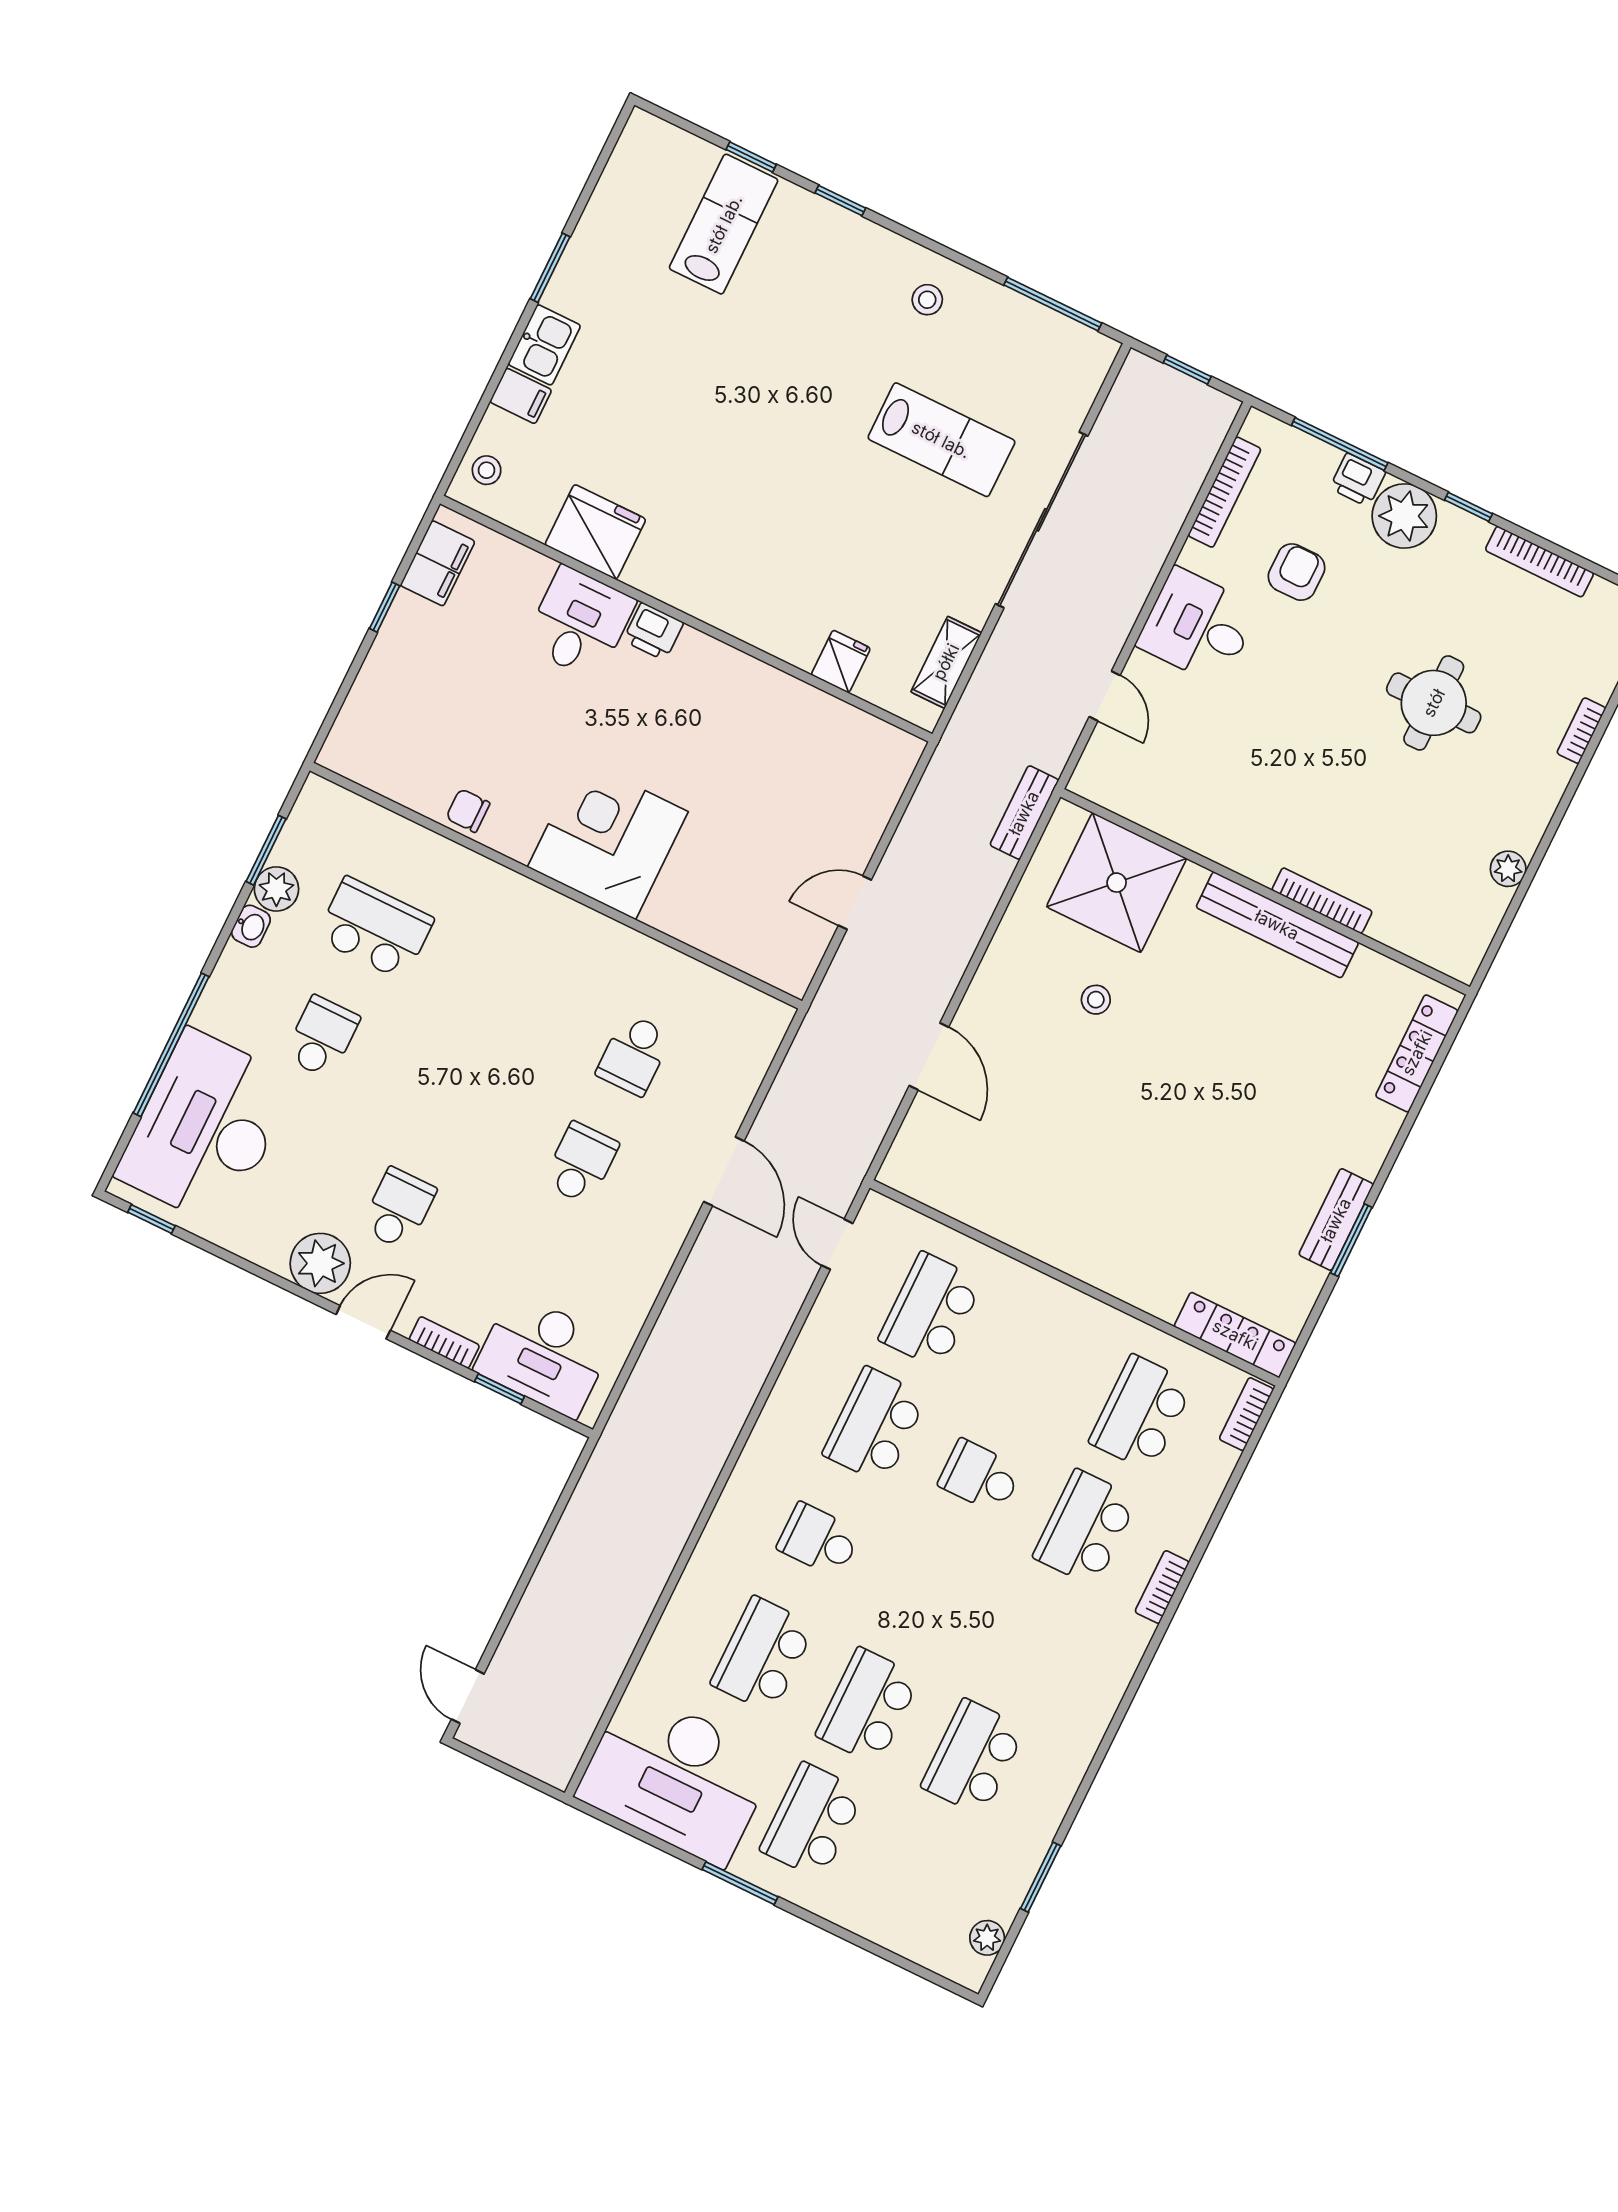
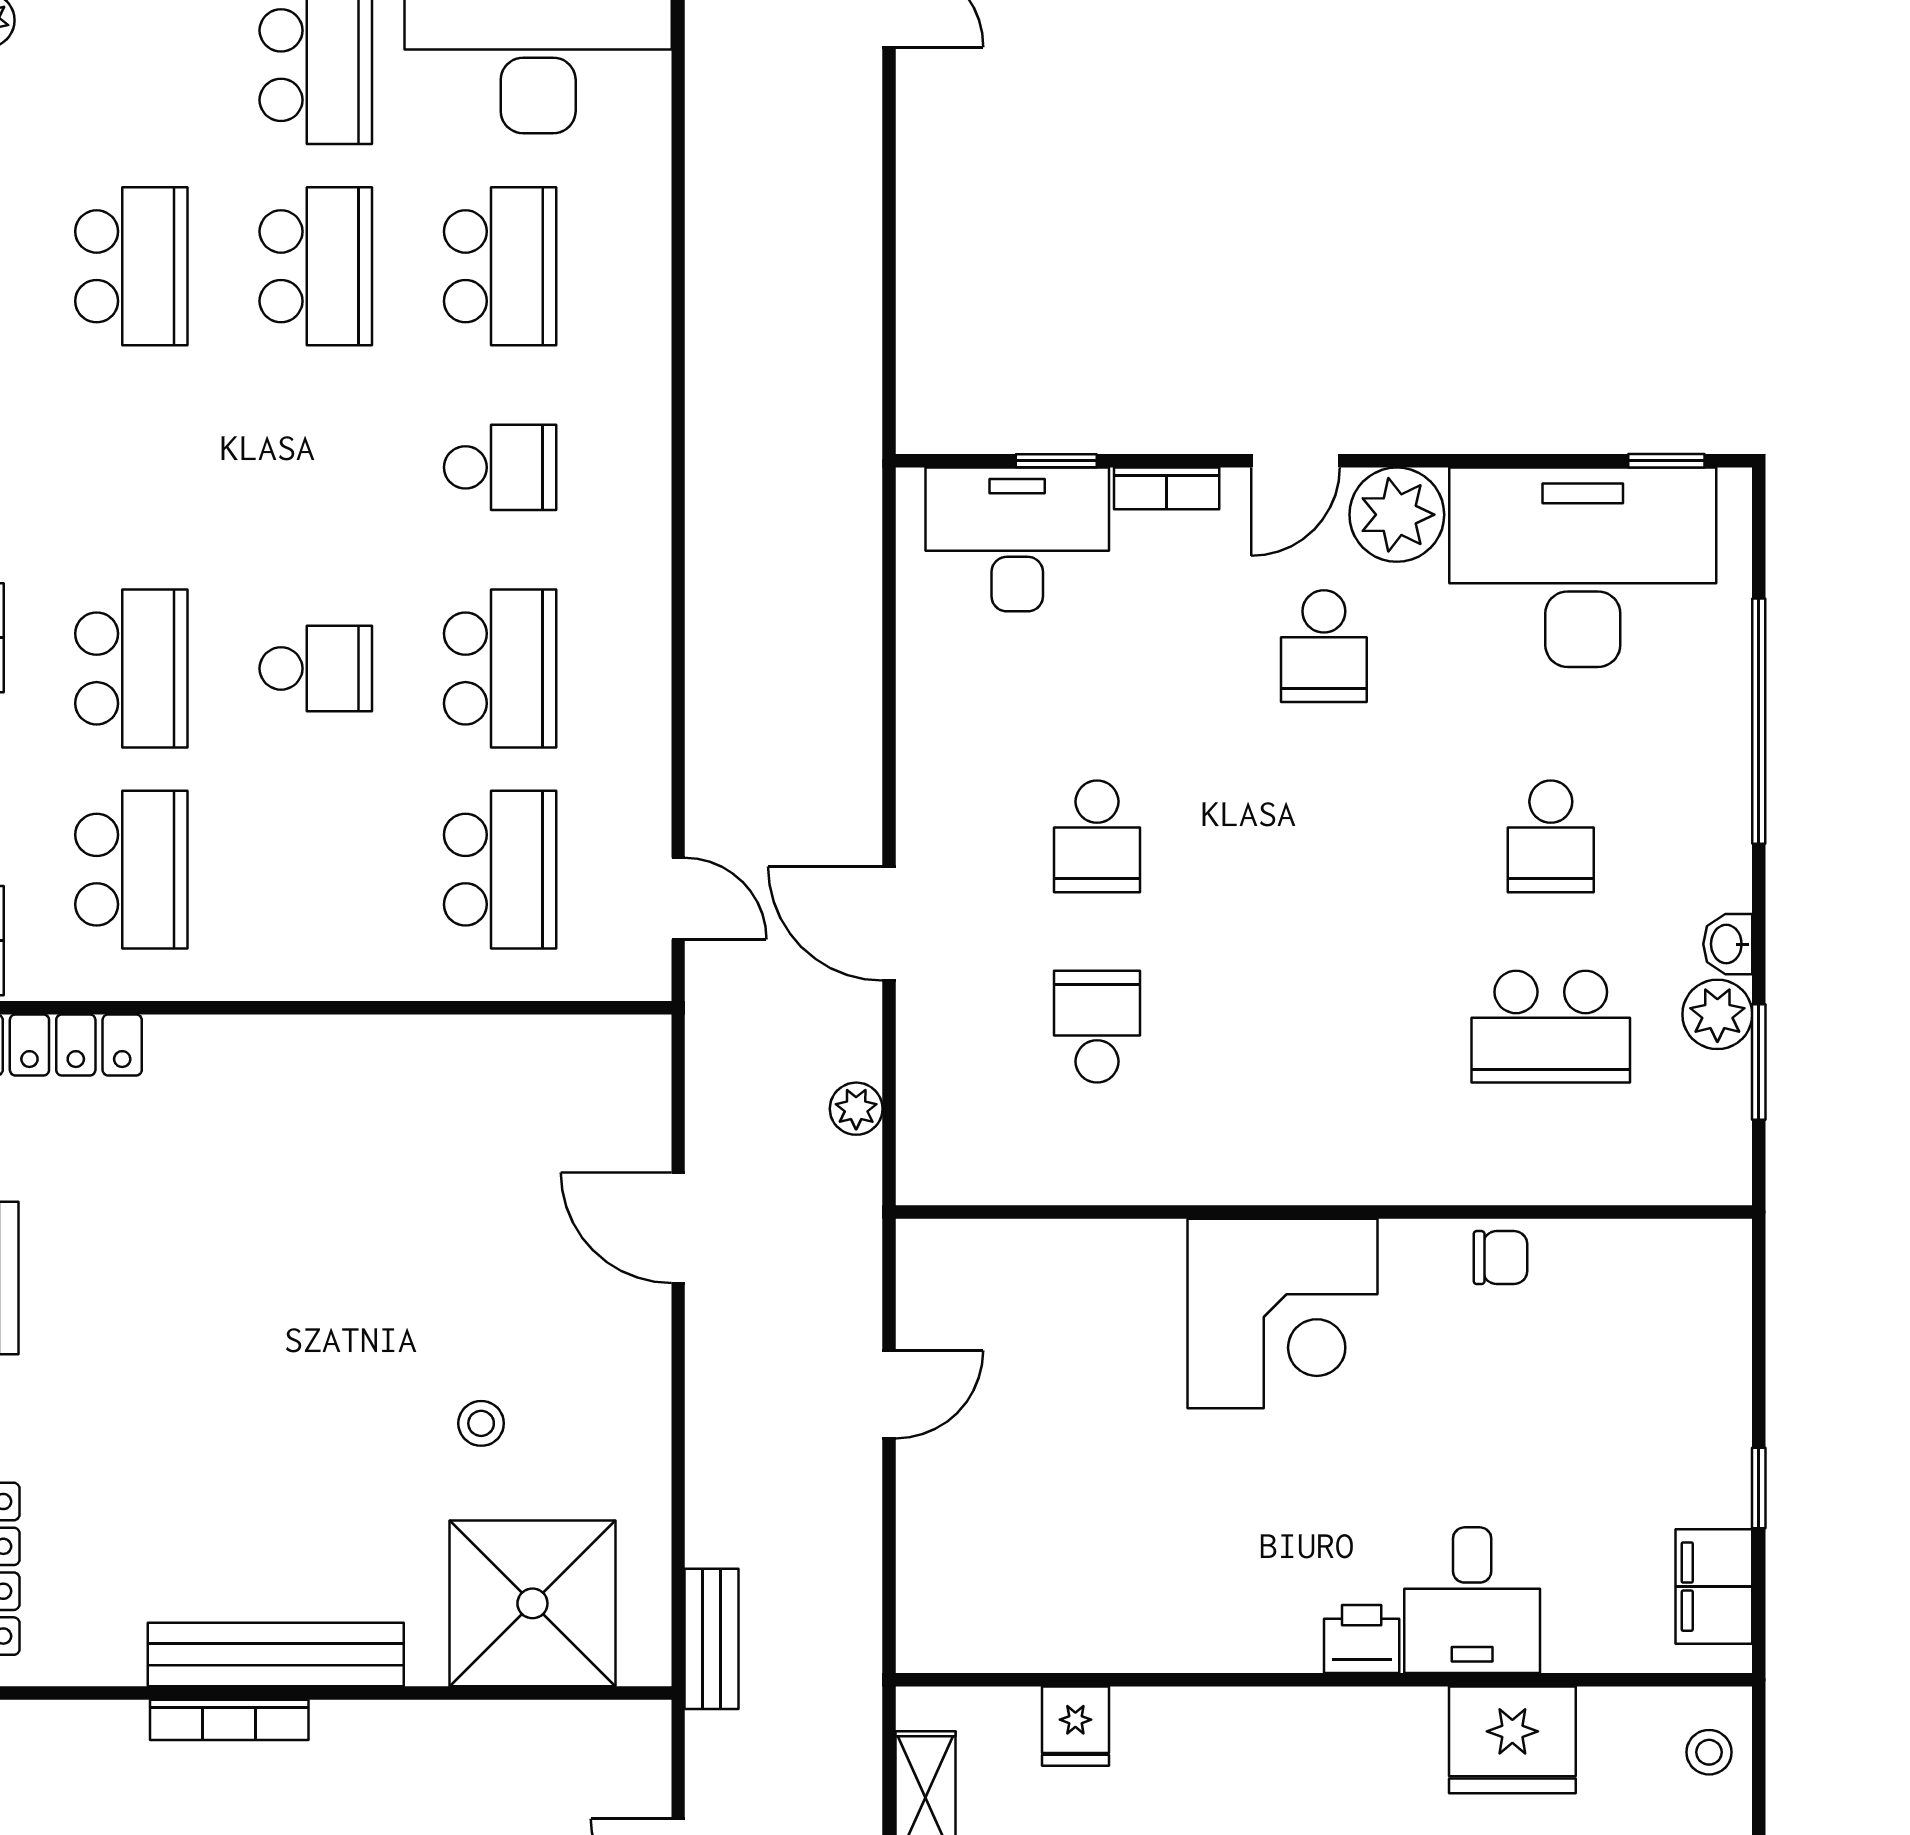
plant: (794, 1075) -> (856, 1109), added
desk: (206, 1128) -> (1583, 567), moved, turned -90

